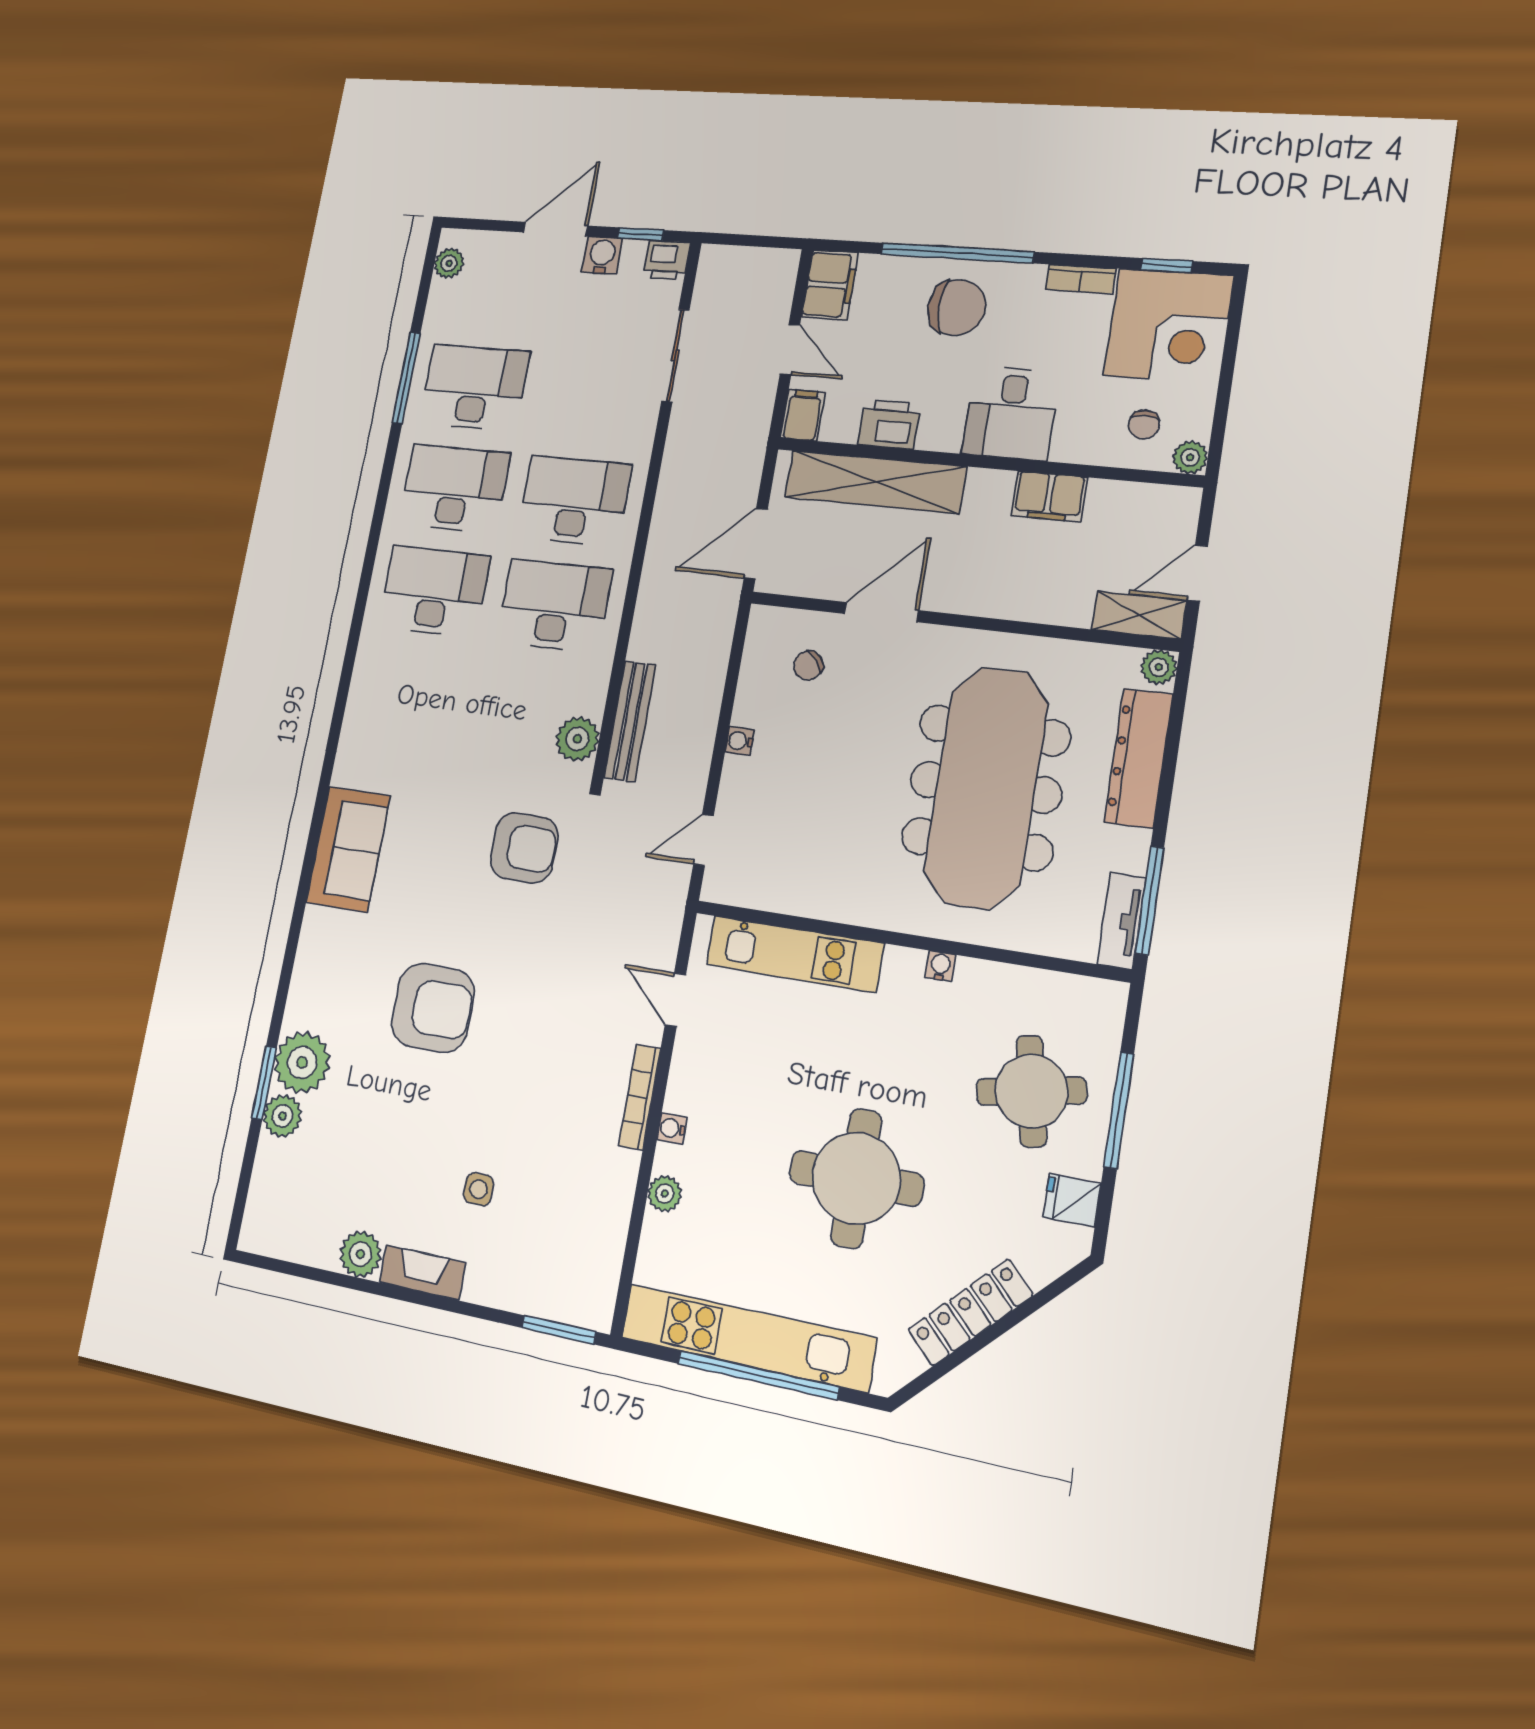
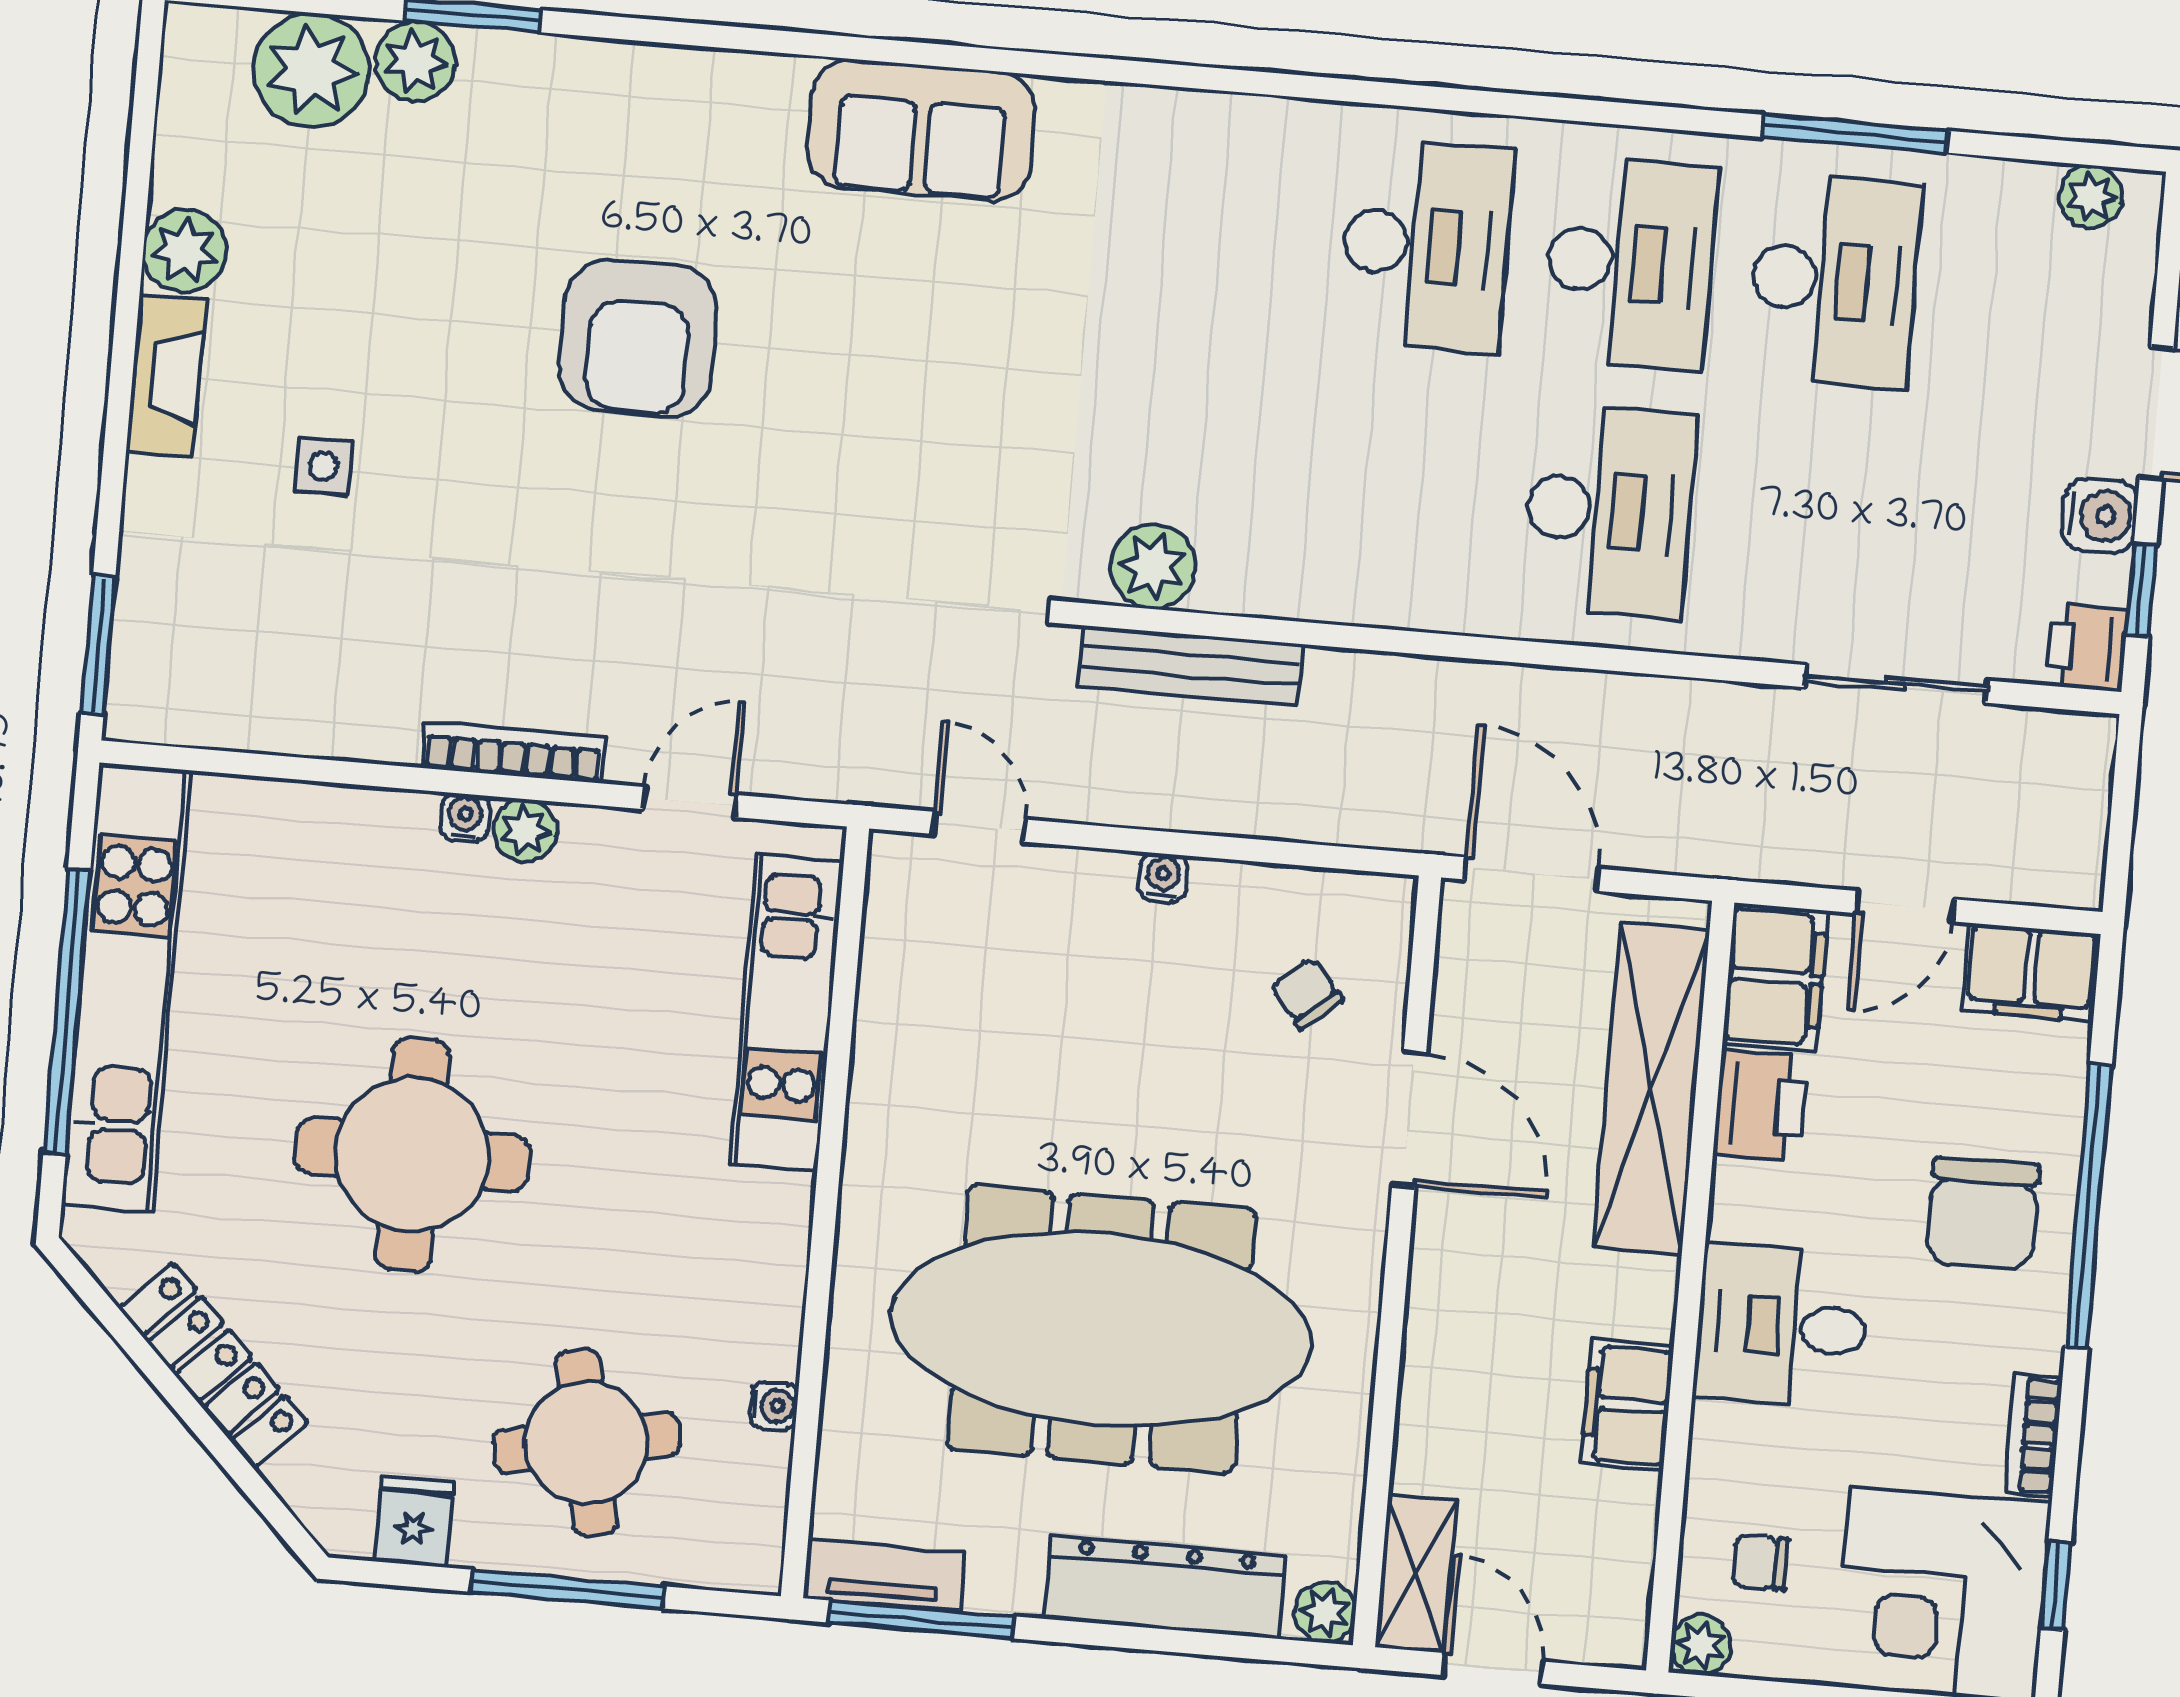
filing cabinet: (803, 415) -> (1775, 977), width x2.00
desk: (554, 606) -> (1405, 493), removed
armchair: (524, 848) -> (945, 484), removed
water cooler: (940, 966) -> (774, 1405), moved
plant: (302, 1062) -> (311, 70), moved
plant: (665, 1194) -> (525, 831), moved

